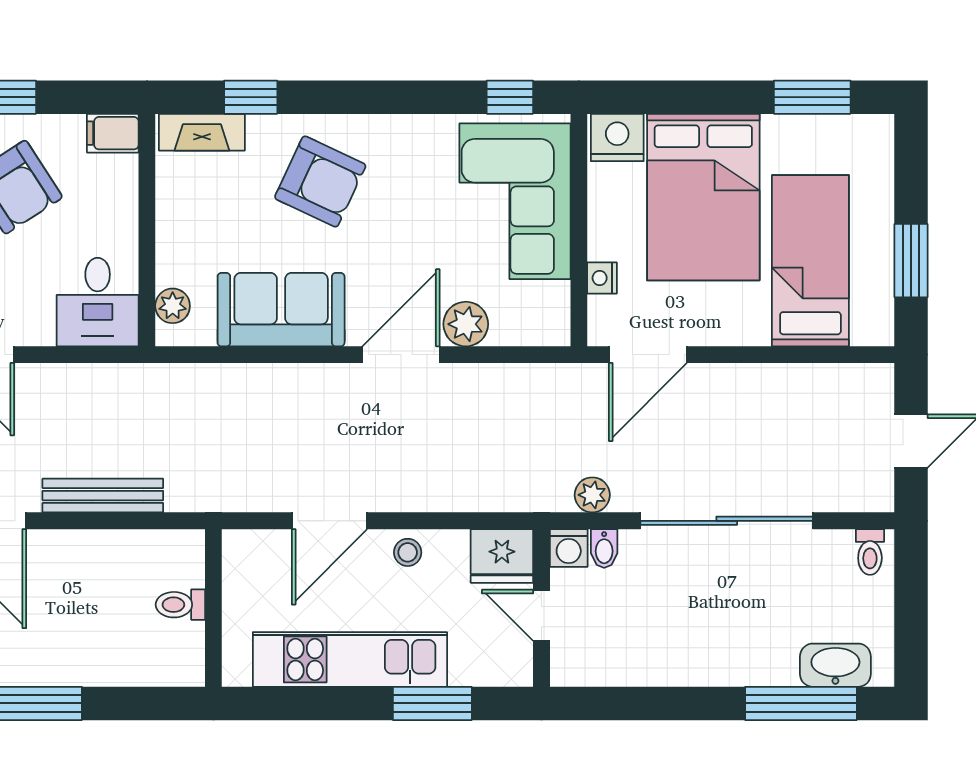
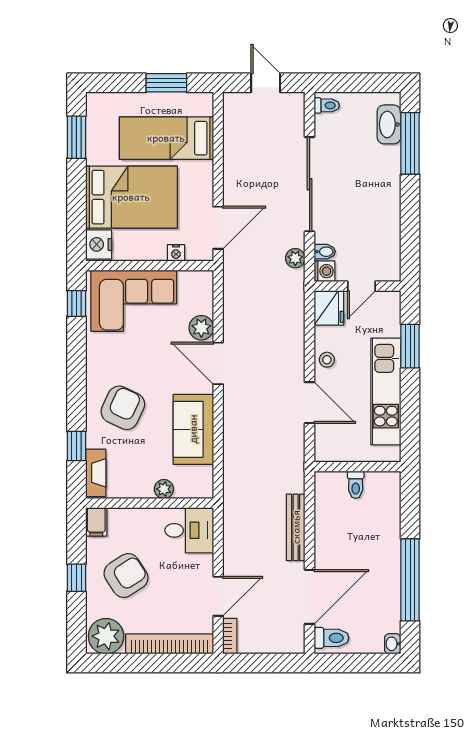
plant: (173, 306) -> (164, 489), moved
door: (648, 355) -> (218, 228), hinge flipped

